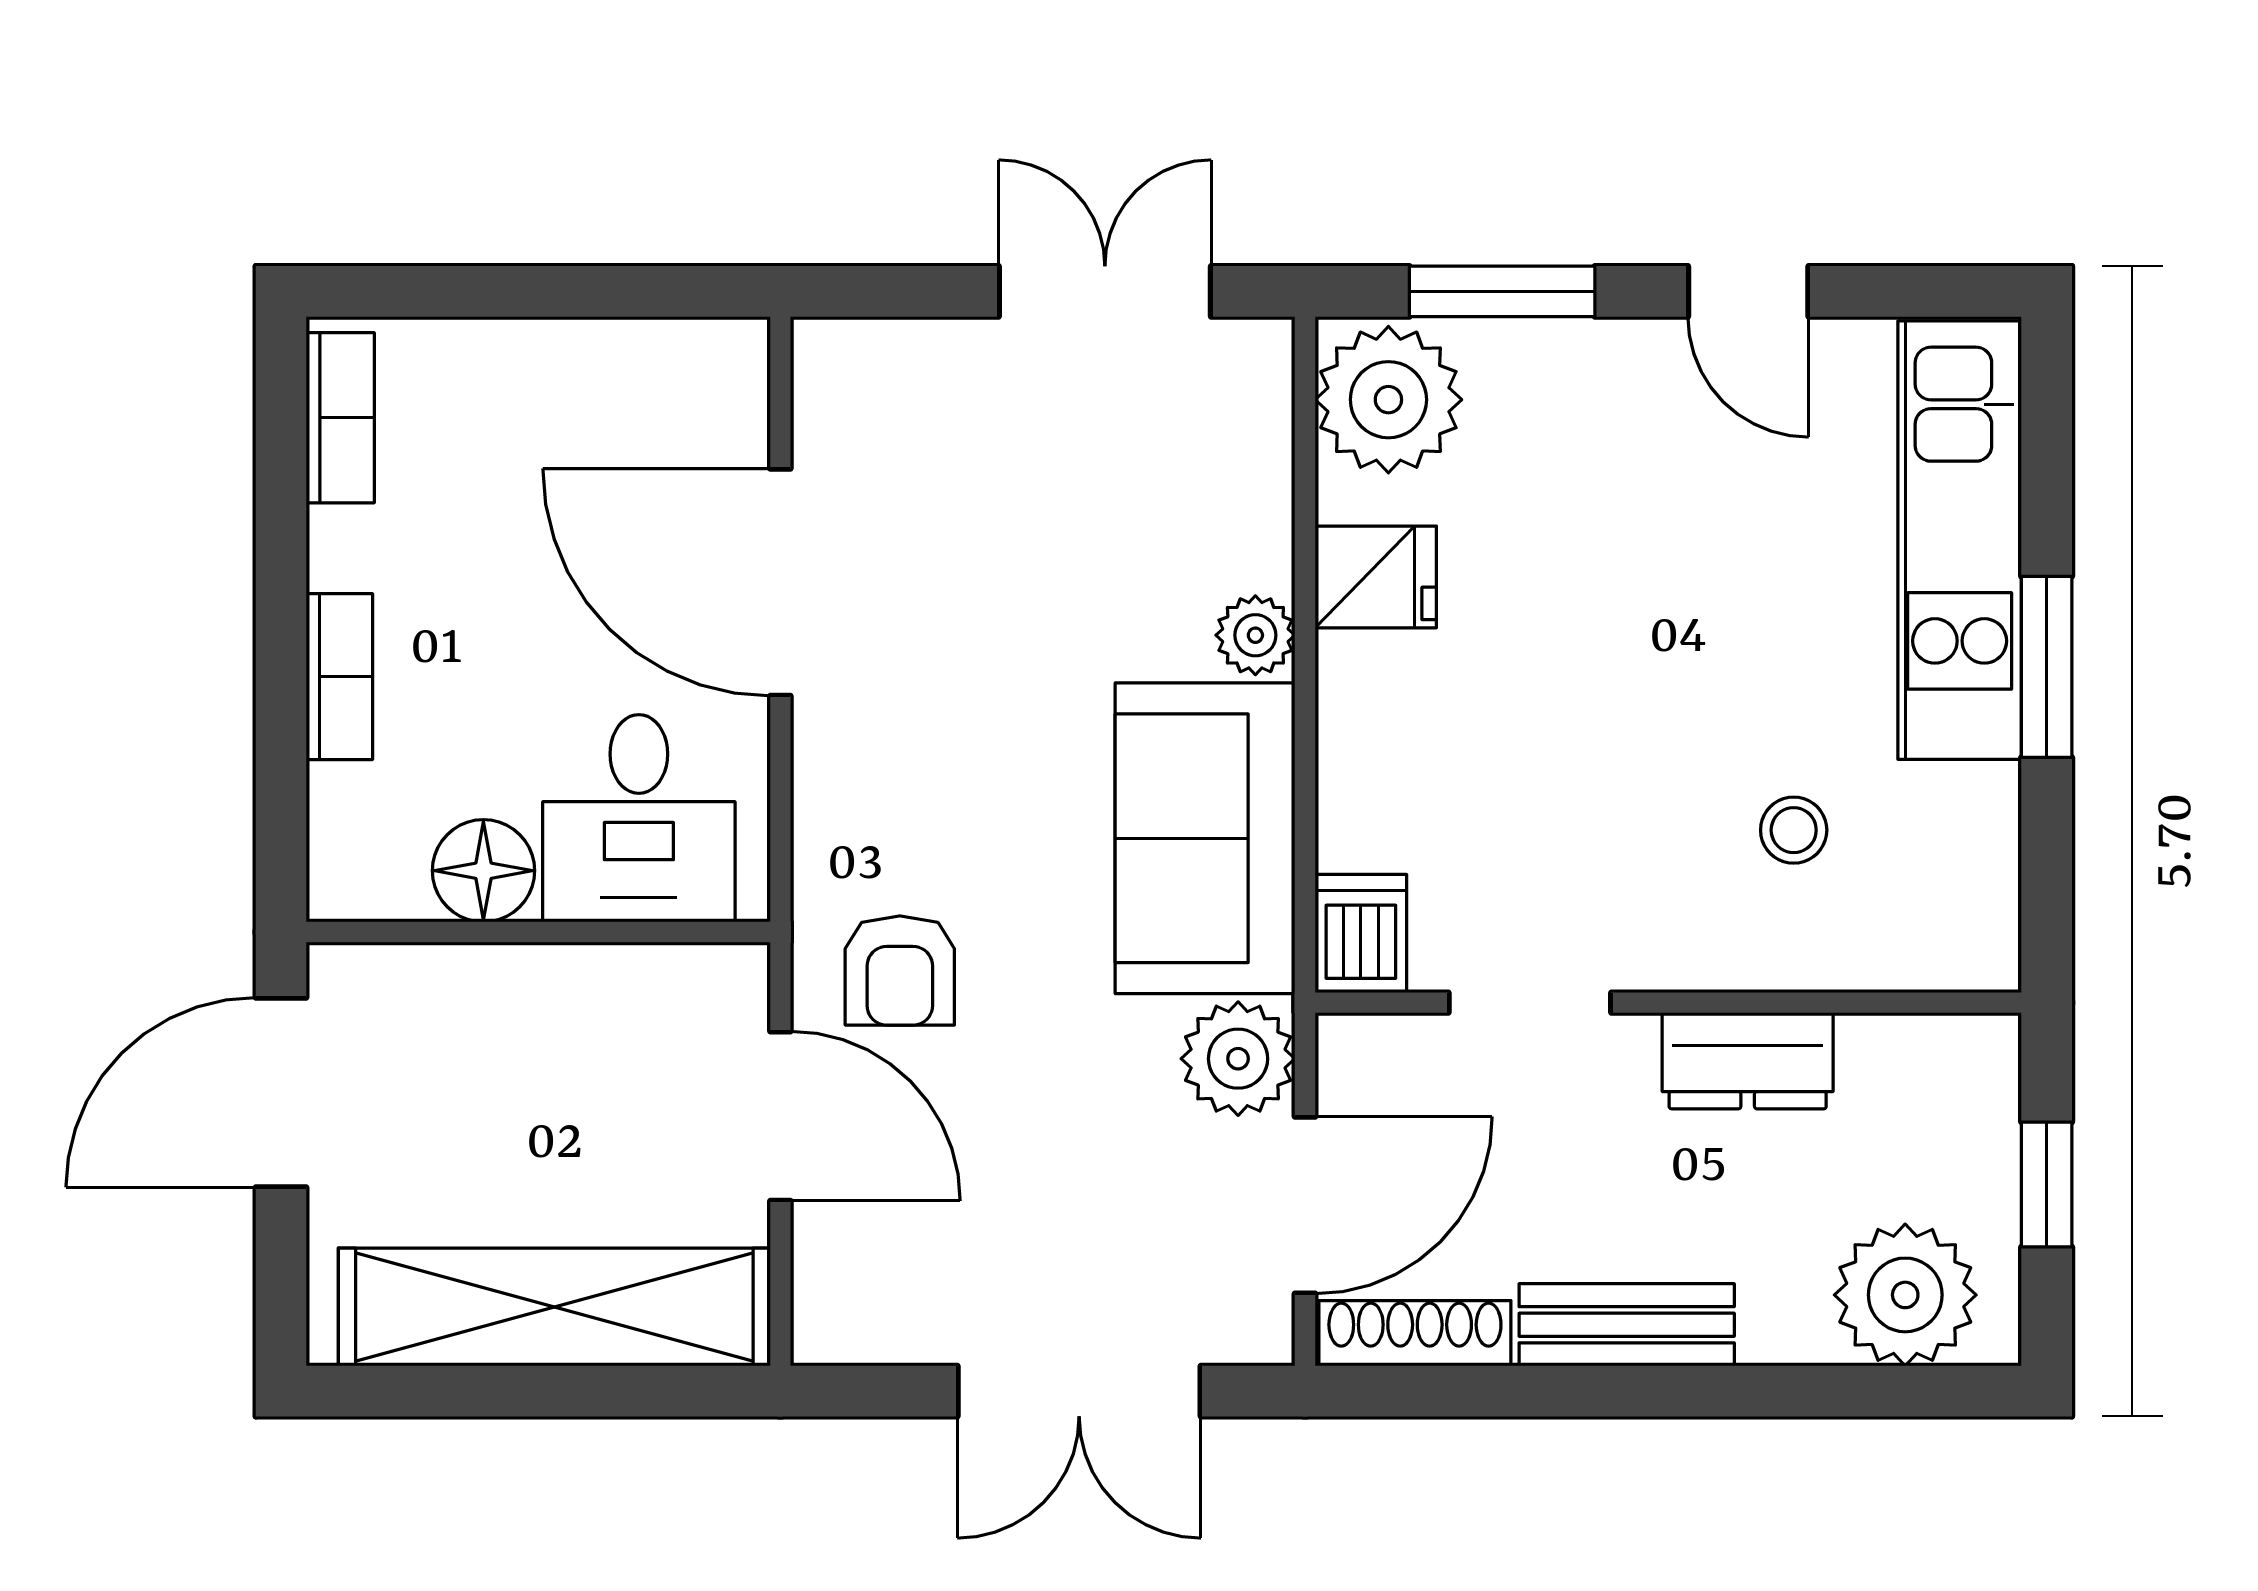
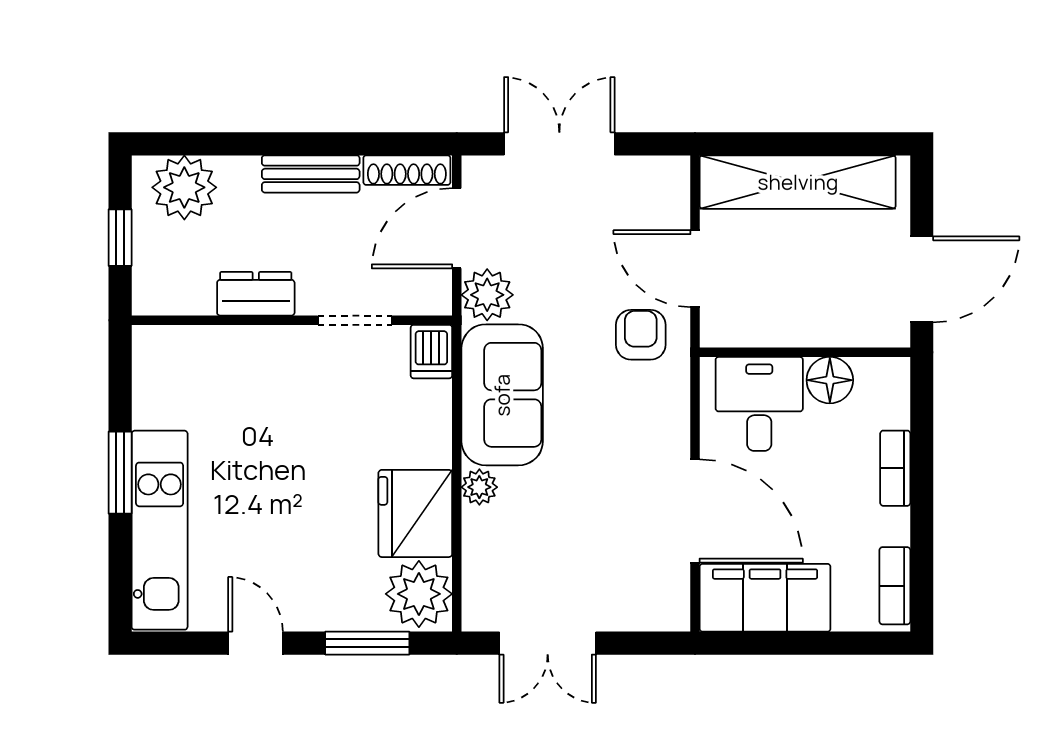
filing cabinet: (626, 391) -> (765, 598), added
fridge: (1376, 577) -> (415, 513), width x1.88, depth x1.34
stool: (1794, 830) -> (235, 399), removed

